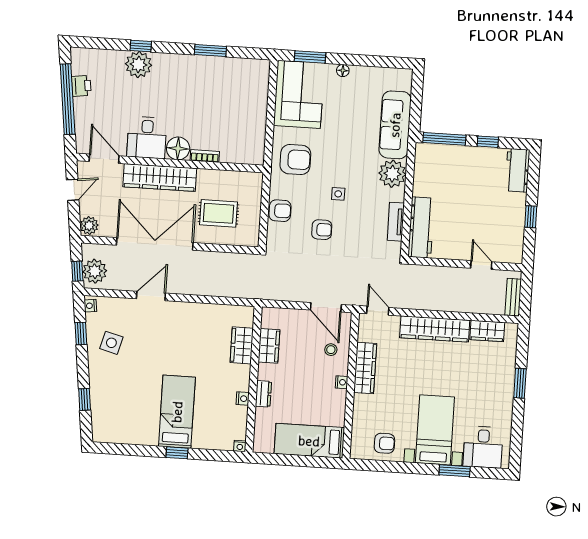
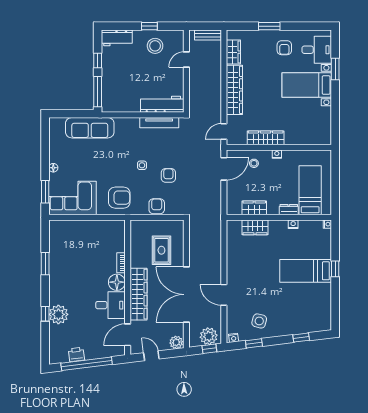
armchair: (295, 160) -> (119, 198), turned 90
plant: (392, 174) -> (125, 127), removed
tv unit: (396, 222) -> (159, 123), width x1.41
stool: (503, 223) -> (155, 46), added
bed: (309, 441) -> (310, 190), moved, turned 180
armchair: (384, 443) -> (284, 48), moved, turned 180

